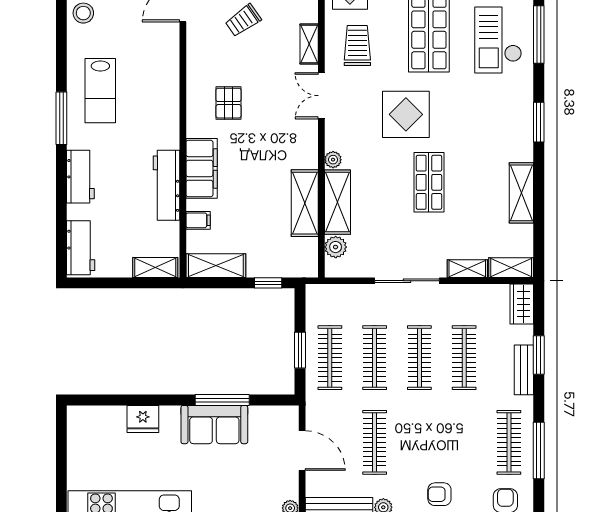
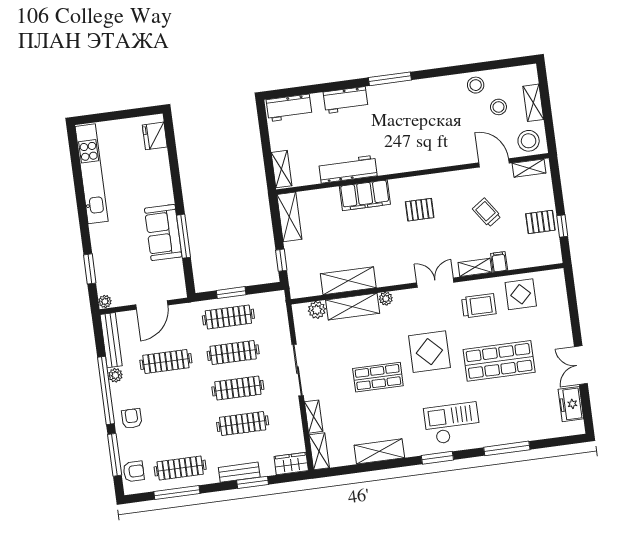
checkout: (498, 40) -> (452, 423), moved
lab bench: (100, 91) -> (416, 107), removed
filing cabinet: (198, 220) -> (499, 262), moved, turned 180
fridge: (143, 419) -> (155, 136), moved

